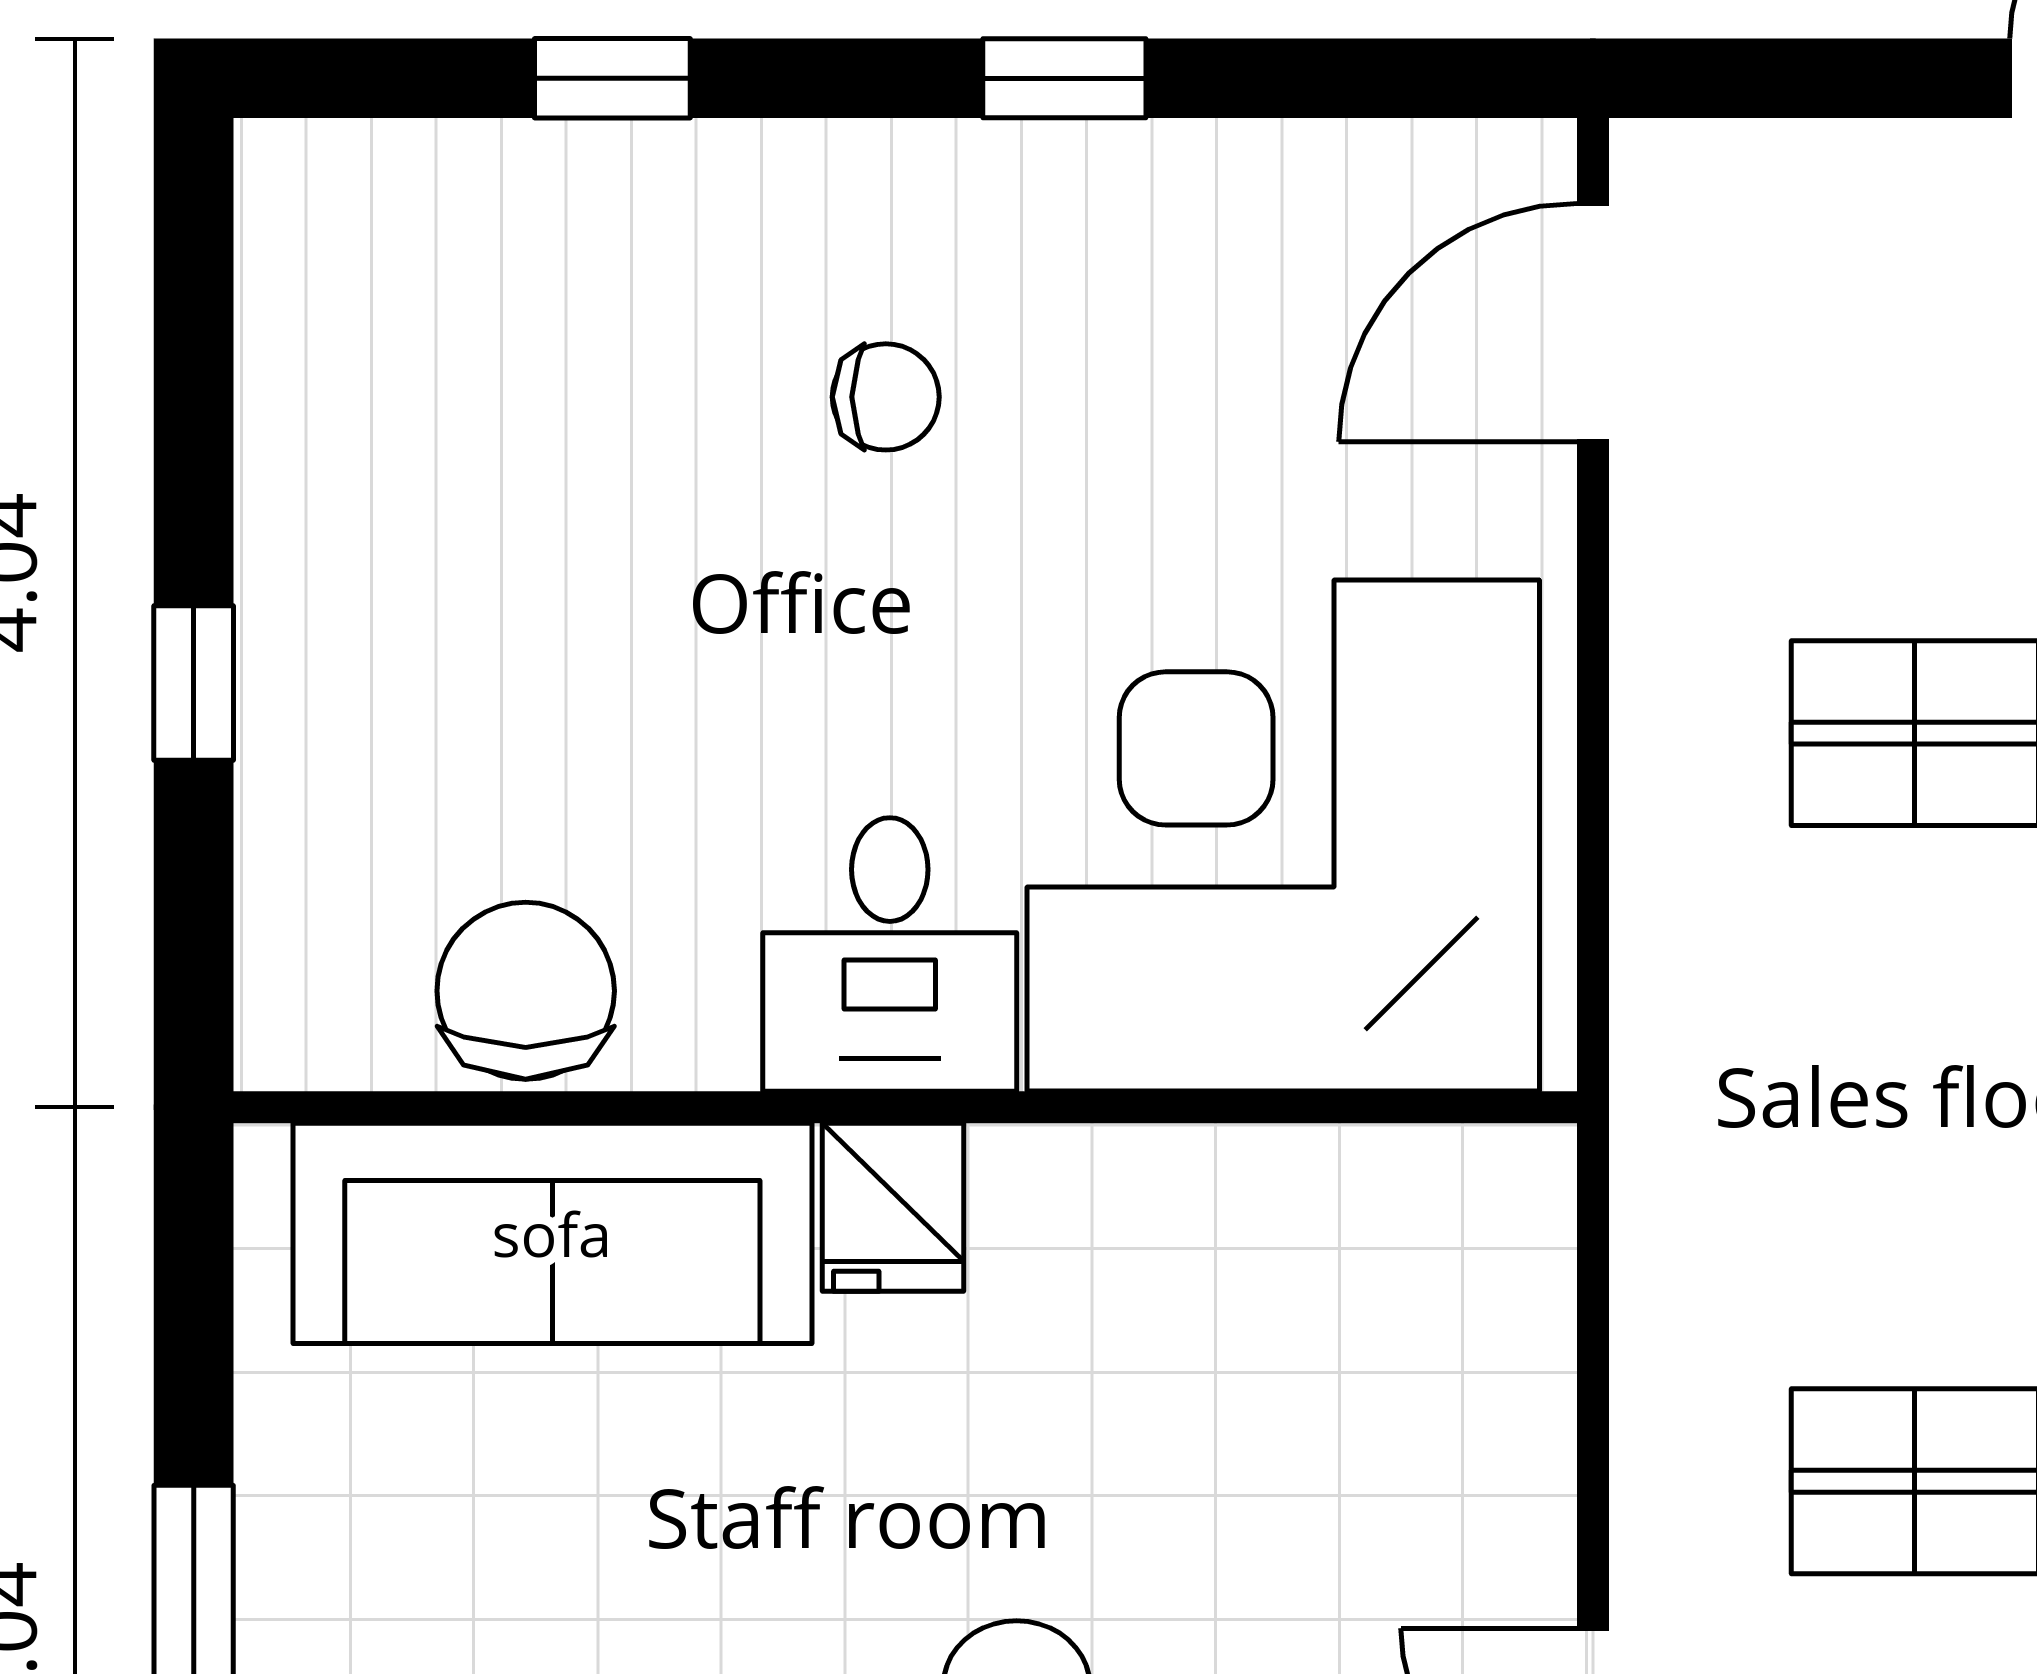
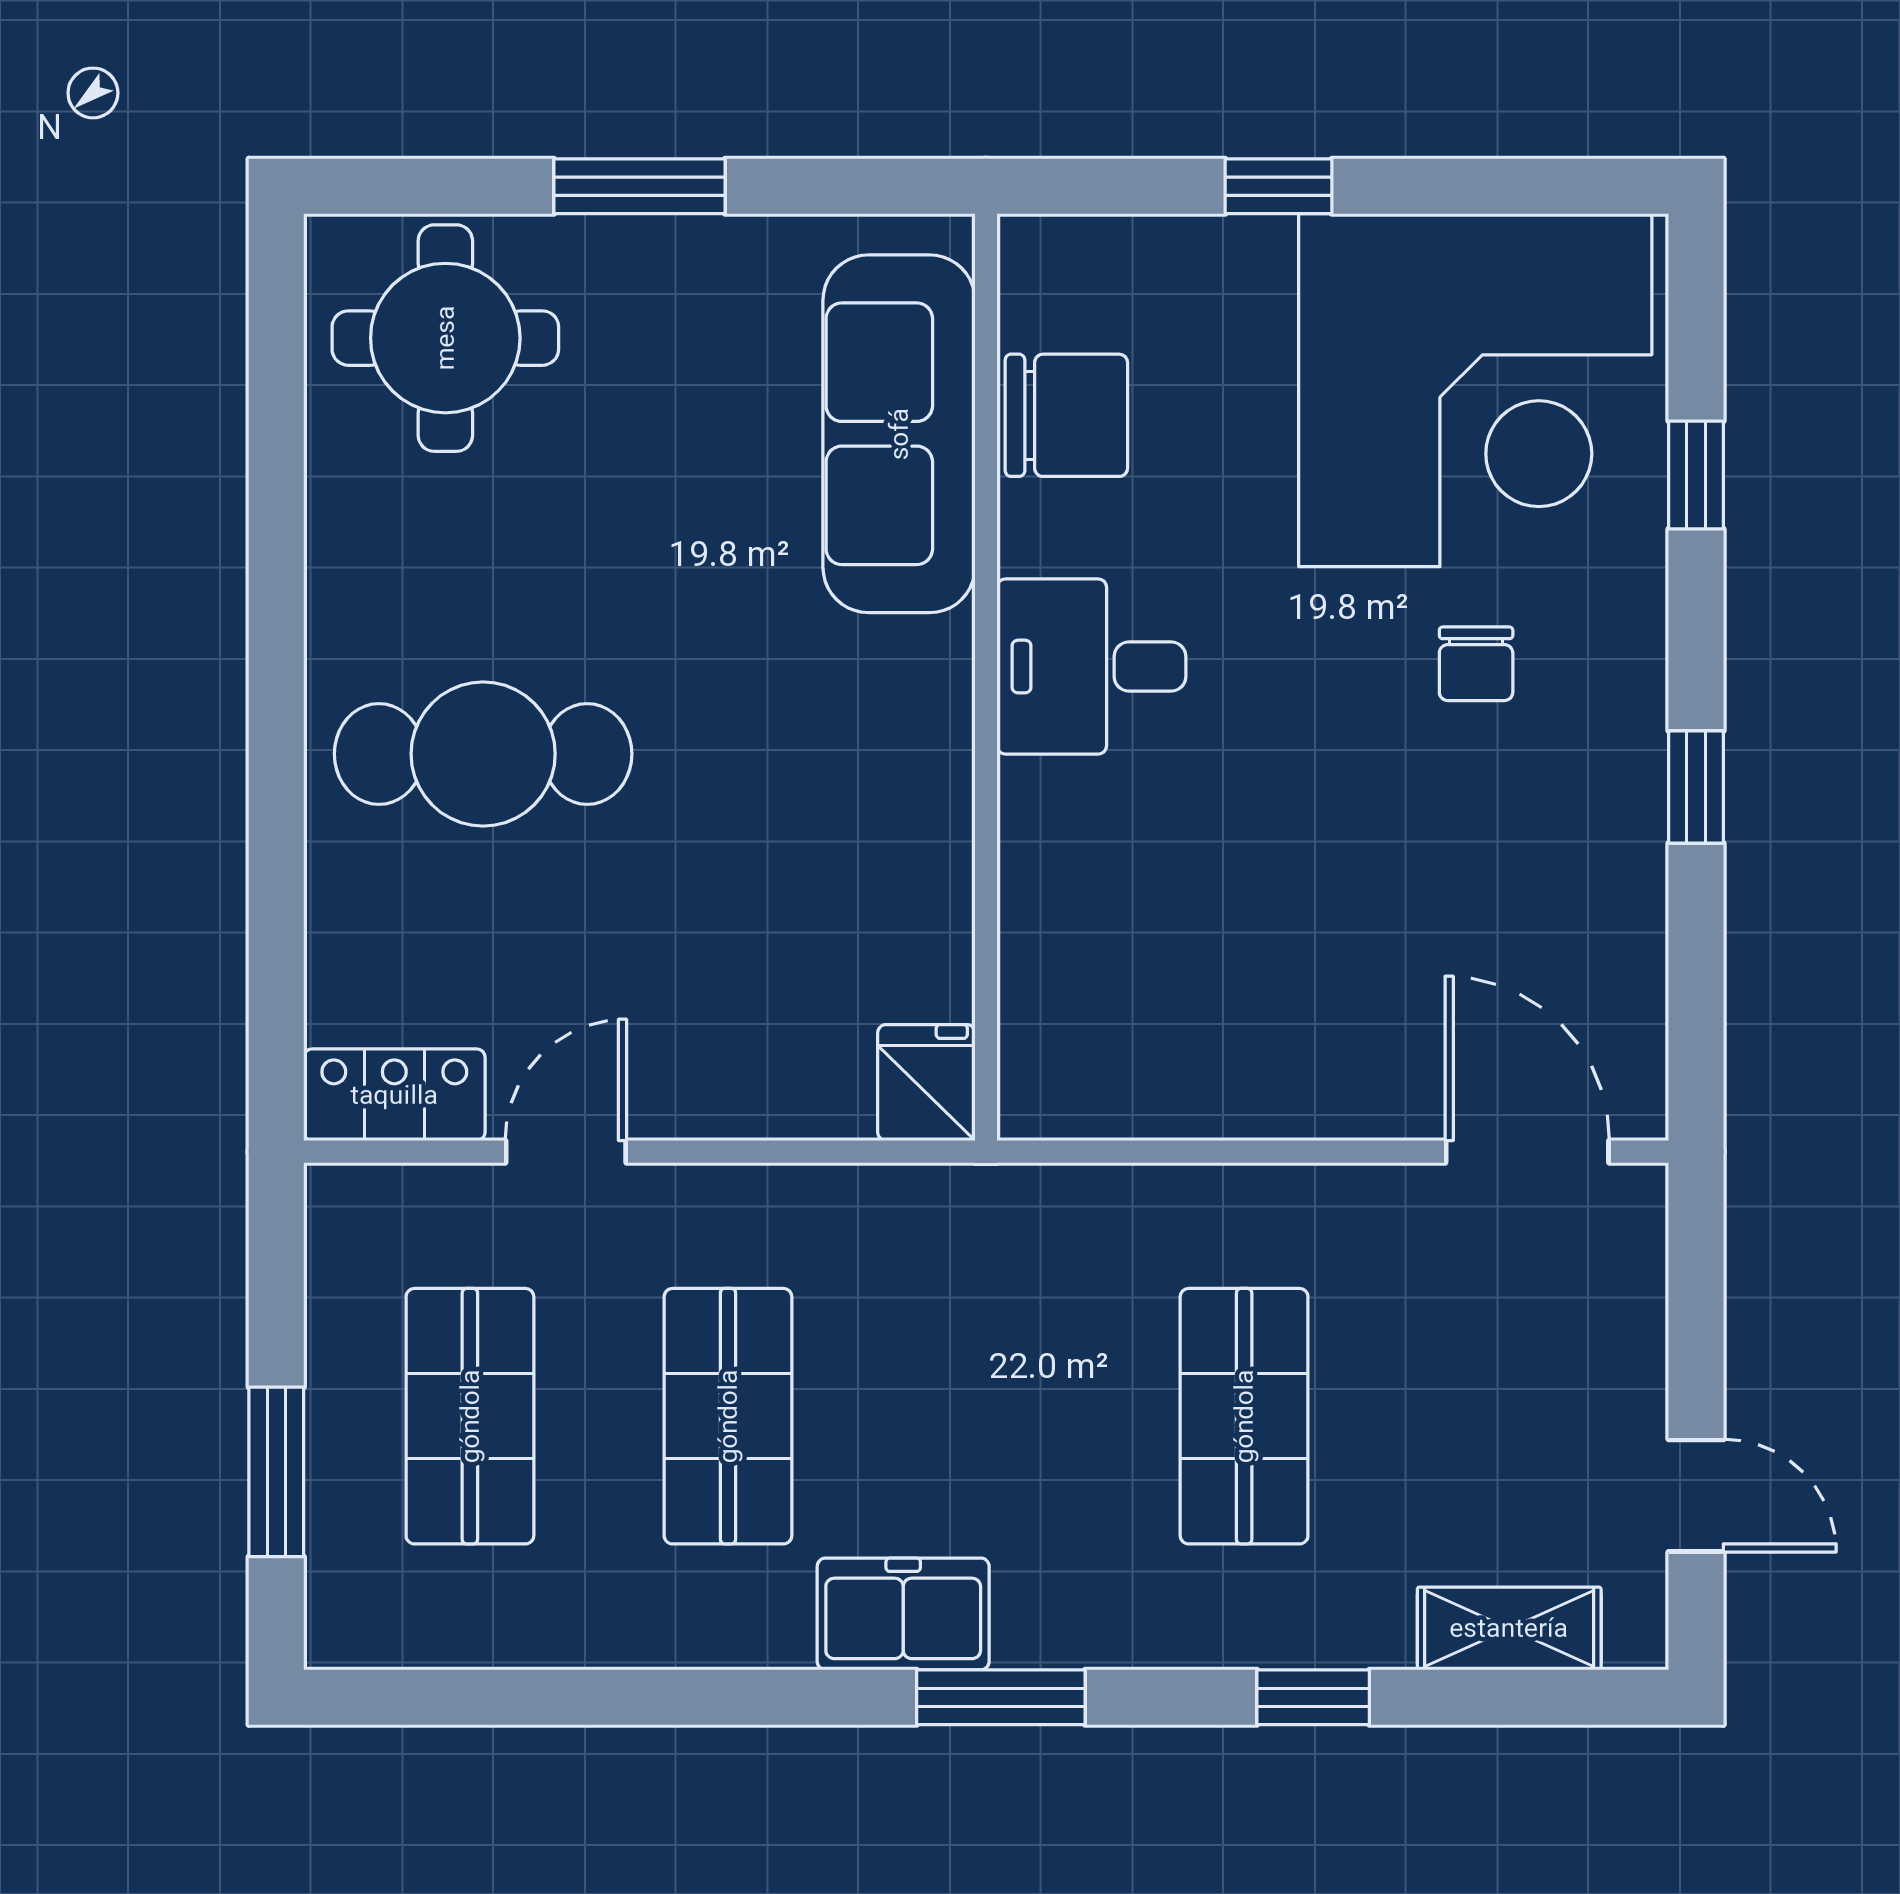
corner desk: (1283, 835) -> (1475, 390), moved, turned 90
fridge: (893, 1207) -> (926, 1083), moved, turned 90

